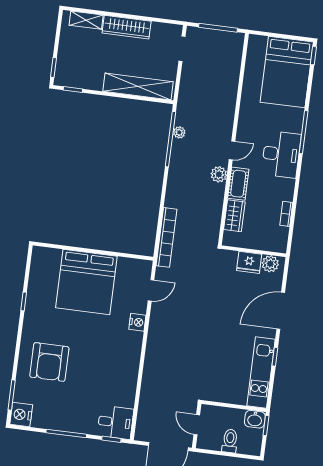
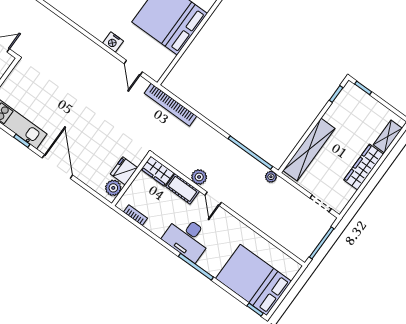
plant: (179, 132) -> (271, 177), moved
wall: (254, 251) -> (131, 180), moved
fridge: (249, 262) -> (124, 171), moved
plant: (270, 264) -> (113, 188), moved

